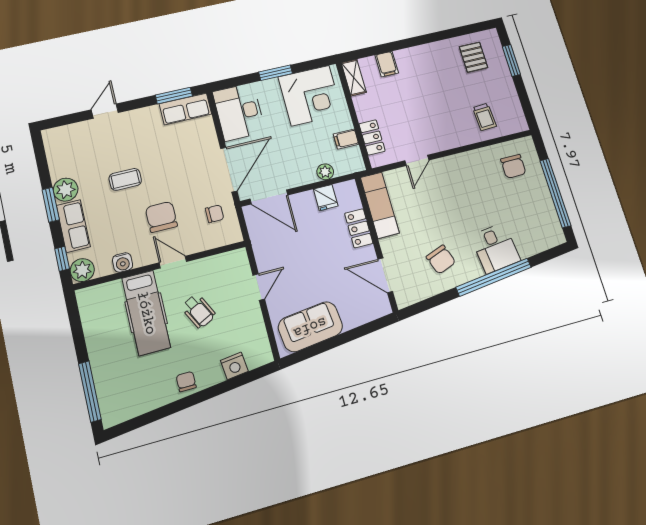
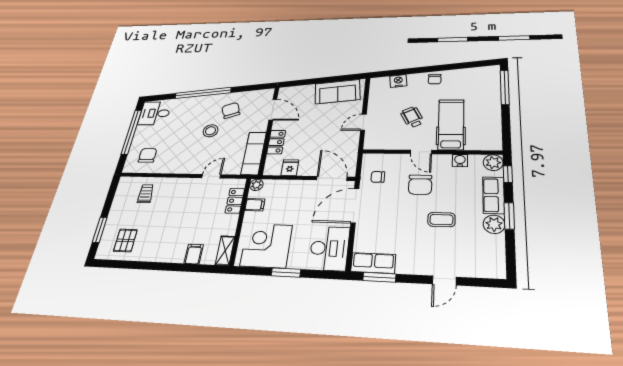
plant: (325, 172) -> (256, 185), moved
stool: (452, 222) -> (211, 131), added
desk: (495, 248) -> (155, 113), moved, turned -83

